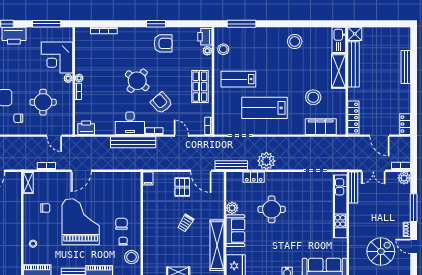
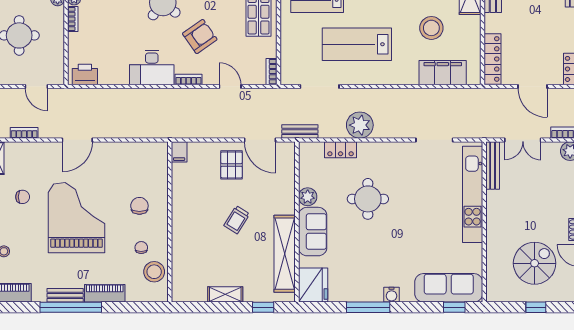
armchair: (161, 103) -> (200, 36), turned 96
bench: (133, 142) -> (157, 97), removed
bench: (231, 165) -> (300, 131), width x0.73
chair: (121, 224) -> (139, 206), moved

